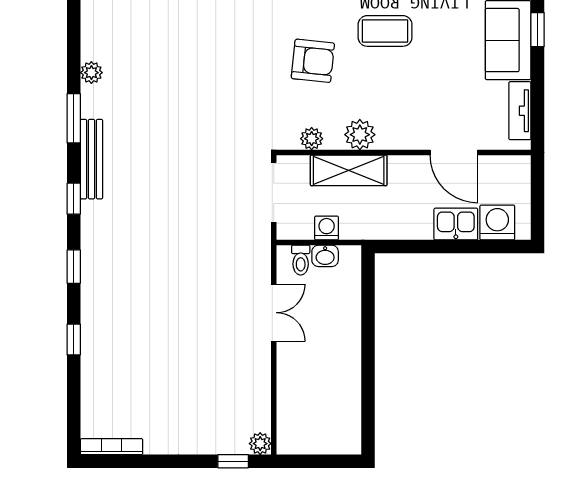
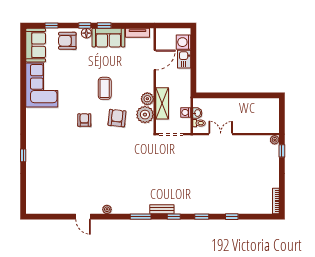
plant: (91, 73) -> (107, 209), moved
plant: (312, 139) -> (145, 115), width x1.87, depth x1.87
bench: (91, 159) -> (162, 209), width x0.73

